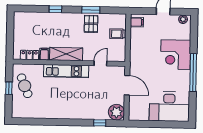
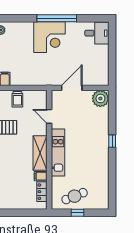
corner desk: (176, 55) -> (49, 37), moved
desk: (169, 106) -> (97, 33), width x0.53, depth x0.77
window: (100, 123) -> (112, 141), moved

